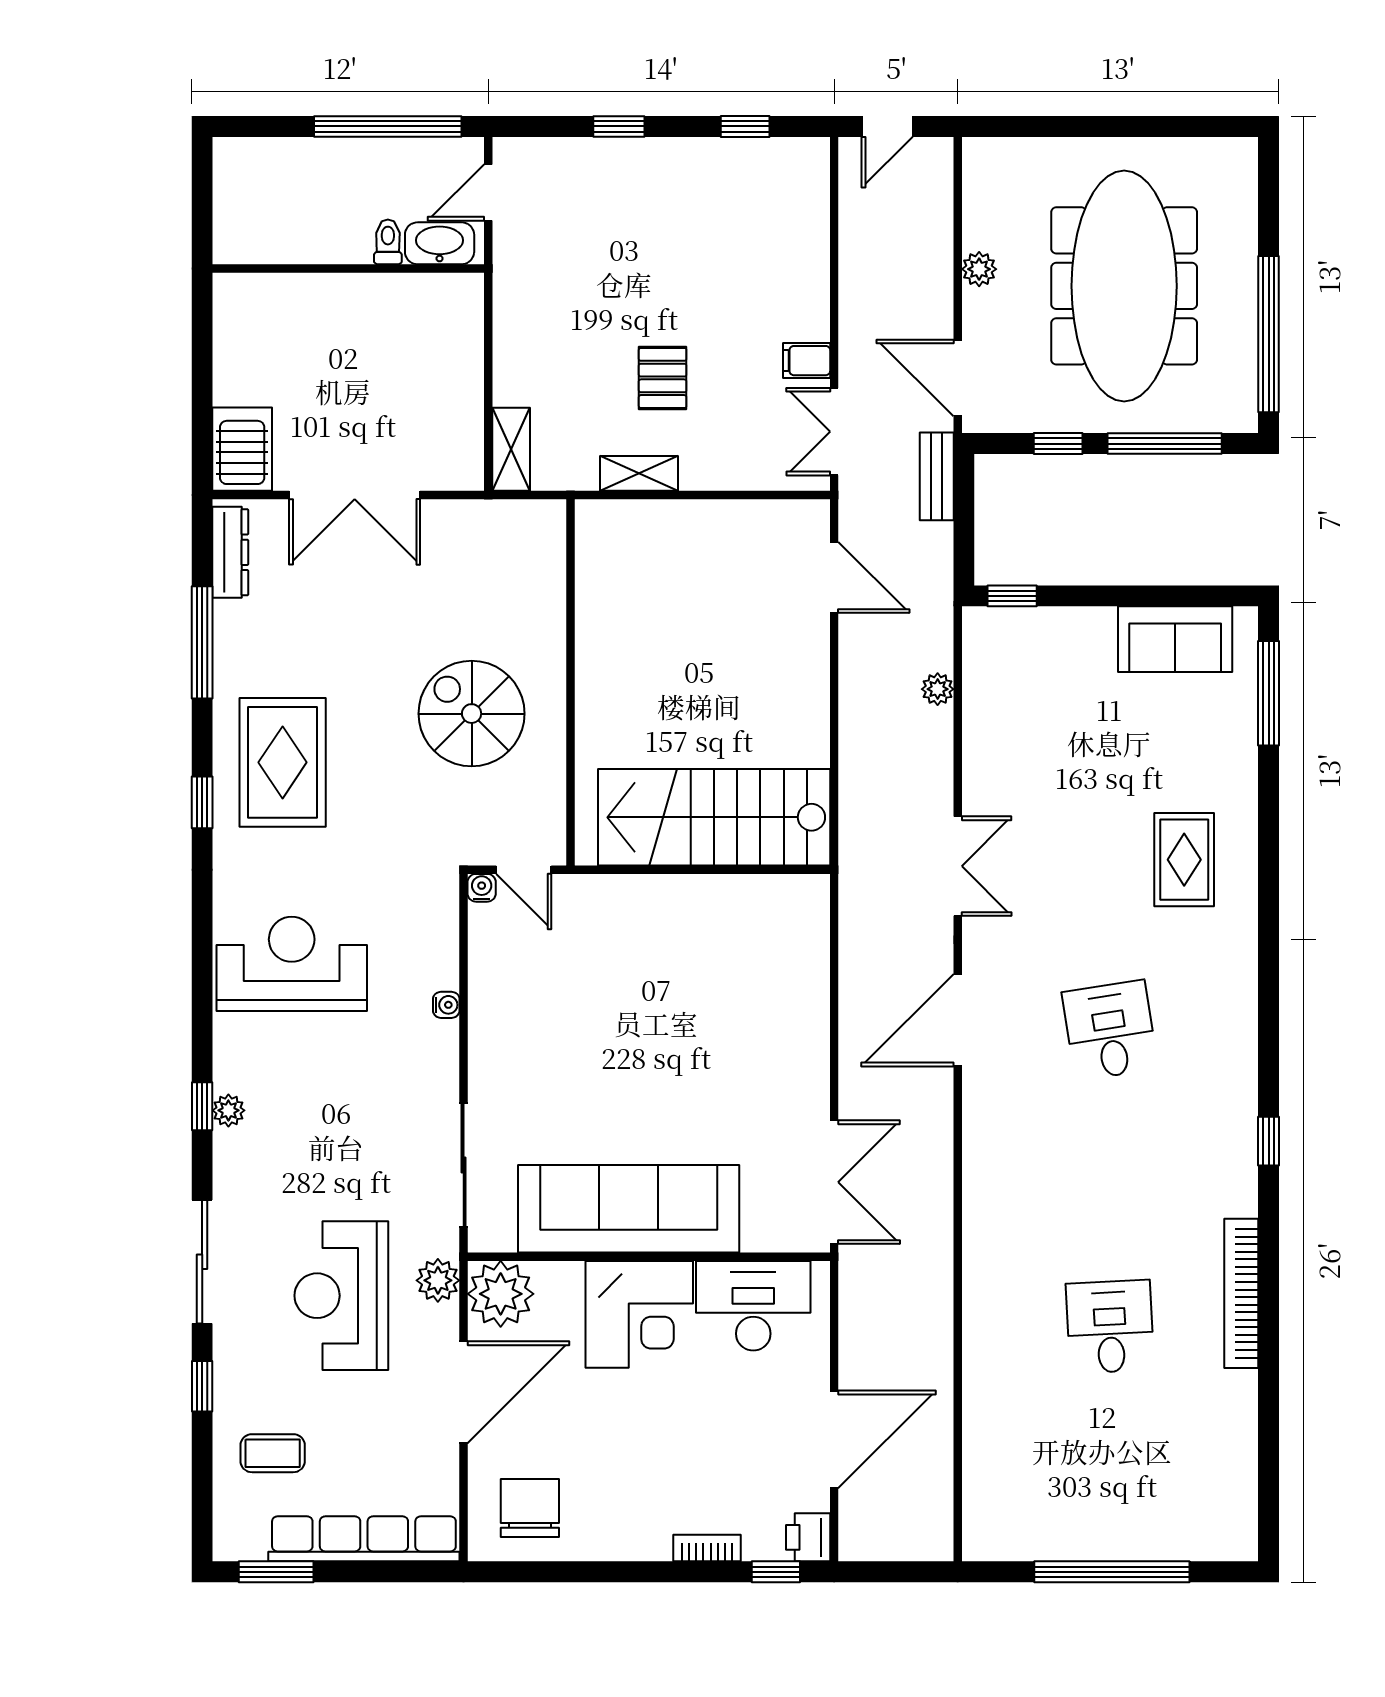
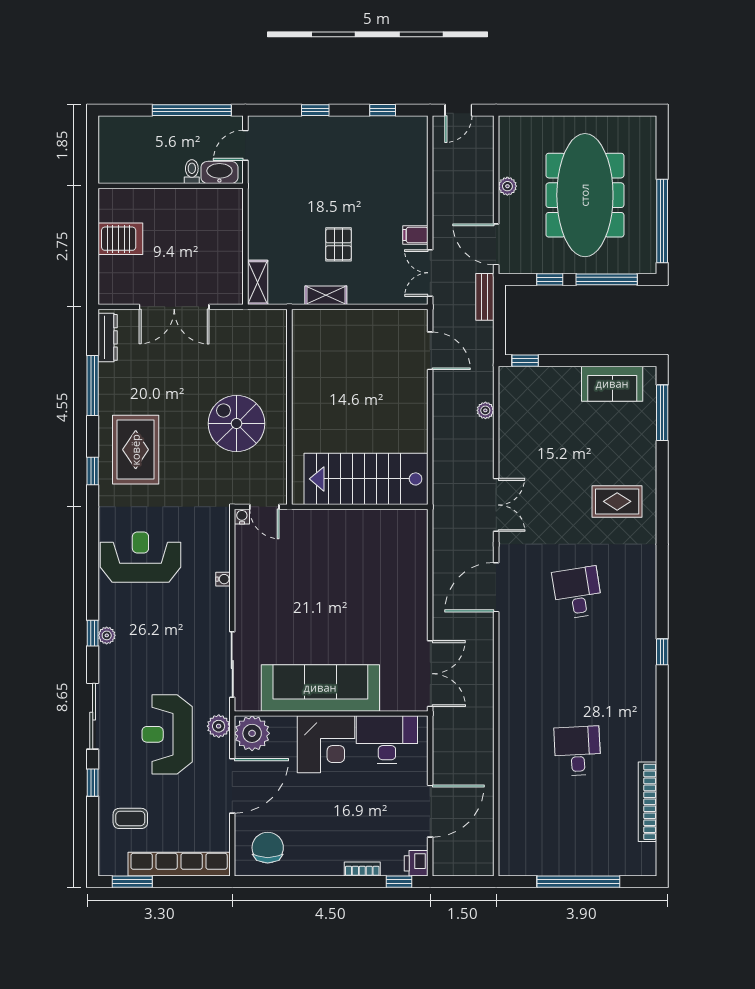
server rack: (242, 449) -> (120, 239), moved, turned 90
rug: (1184, 860) -> (617, 501), turned 90
bookcase: (1241, 1293) -> (647, 802), moved

